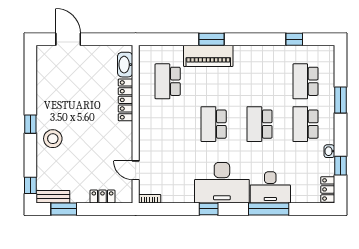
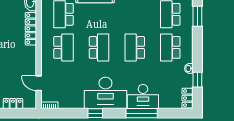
window: (340, 100) -> (197, 16), moved
school desk: (168, 124) -> (63, 47), added
school desk: (214, 124) -> (99, 47), turned 180

